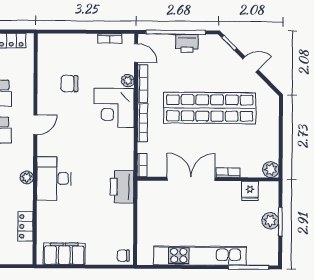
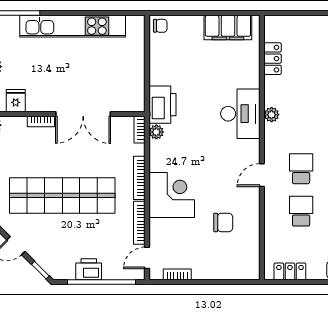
door: (136, 53) -> (147, 258), hinge flipped
plant: (128, 81) -> (156, 132), moved

